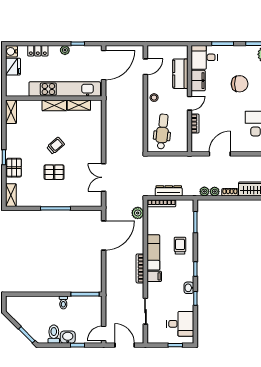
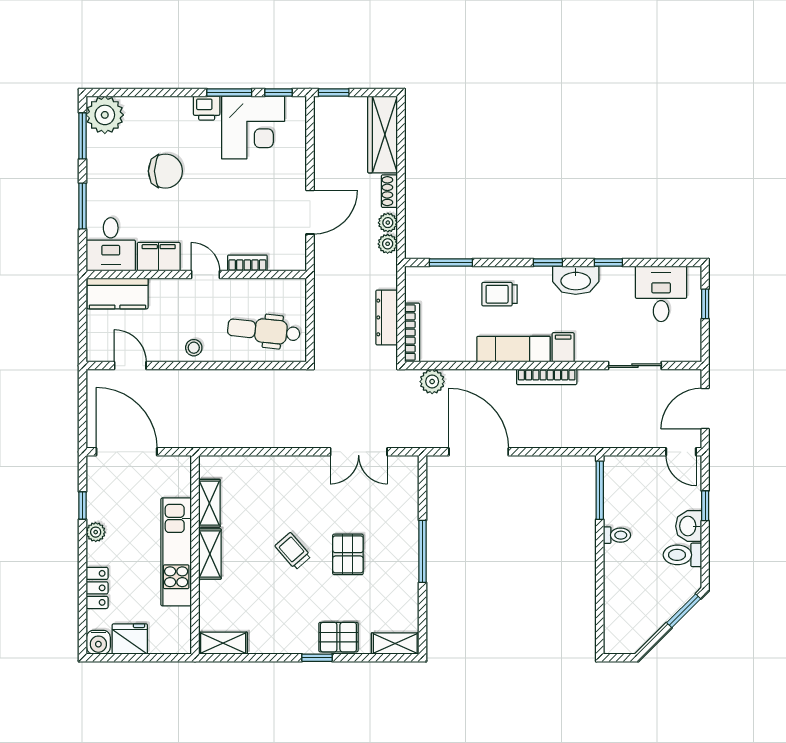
kitchen counter: (180, 74) -> (117, 293), moved
chair: (240, 84) -> (165, 171), turned 90
kitchen unit: (65, 89) -> (176, 552), width x0.73
door: (220, 154) -> (310, 212), swing flipped
washbasin: (189, 288) -> (576, 280), width x1.91, depth x1.45

